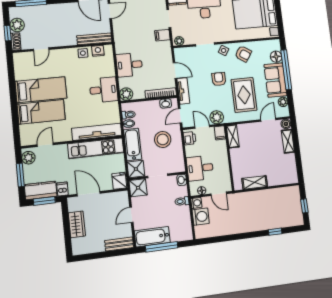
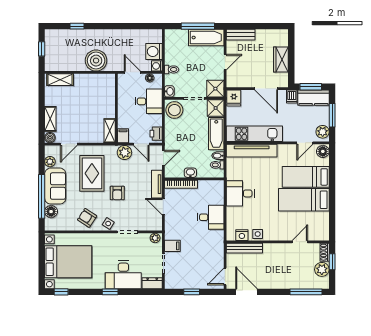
plant: (126, 94) -> (217, 187), removed
washbasin: (166, 103) -> (190, 173), moved
floor lamp: (26, 138) -> (323, 151), added
stool: (163, 139) -> (174, 110), moved
shelving: (255, 182) -> (60, 80), moved
boiler: (254, 201) -> (96, 61), added

